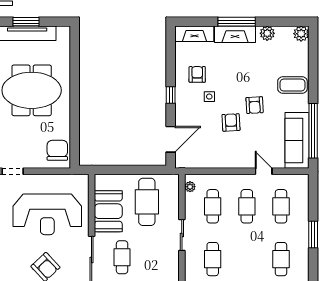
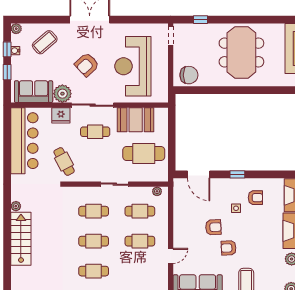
cafe table: (281, 206) -> (94, 241), moved

